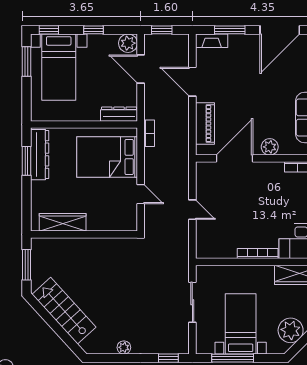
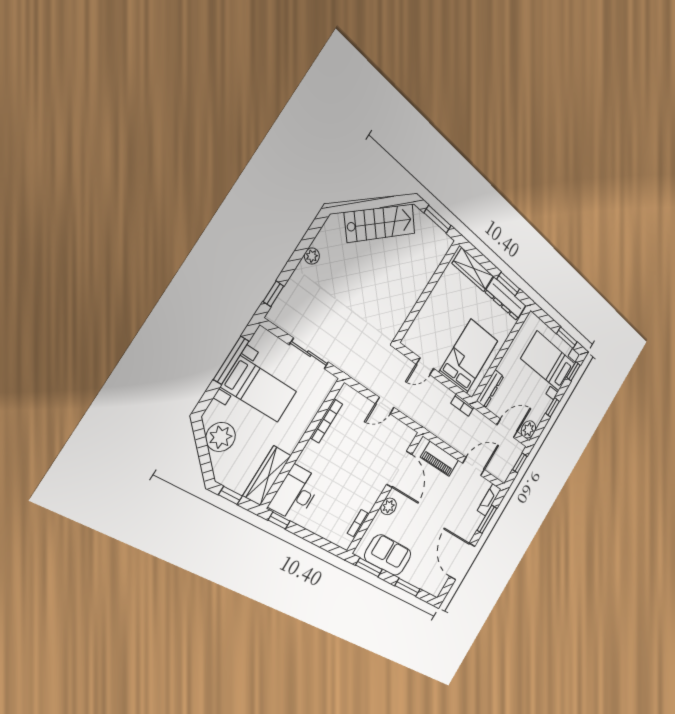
wardrobe: (63, 222) -> (473, 270), moved, turned 90
bookcase: (258, 254) -> (326, 421), moved

